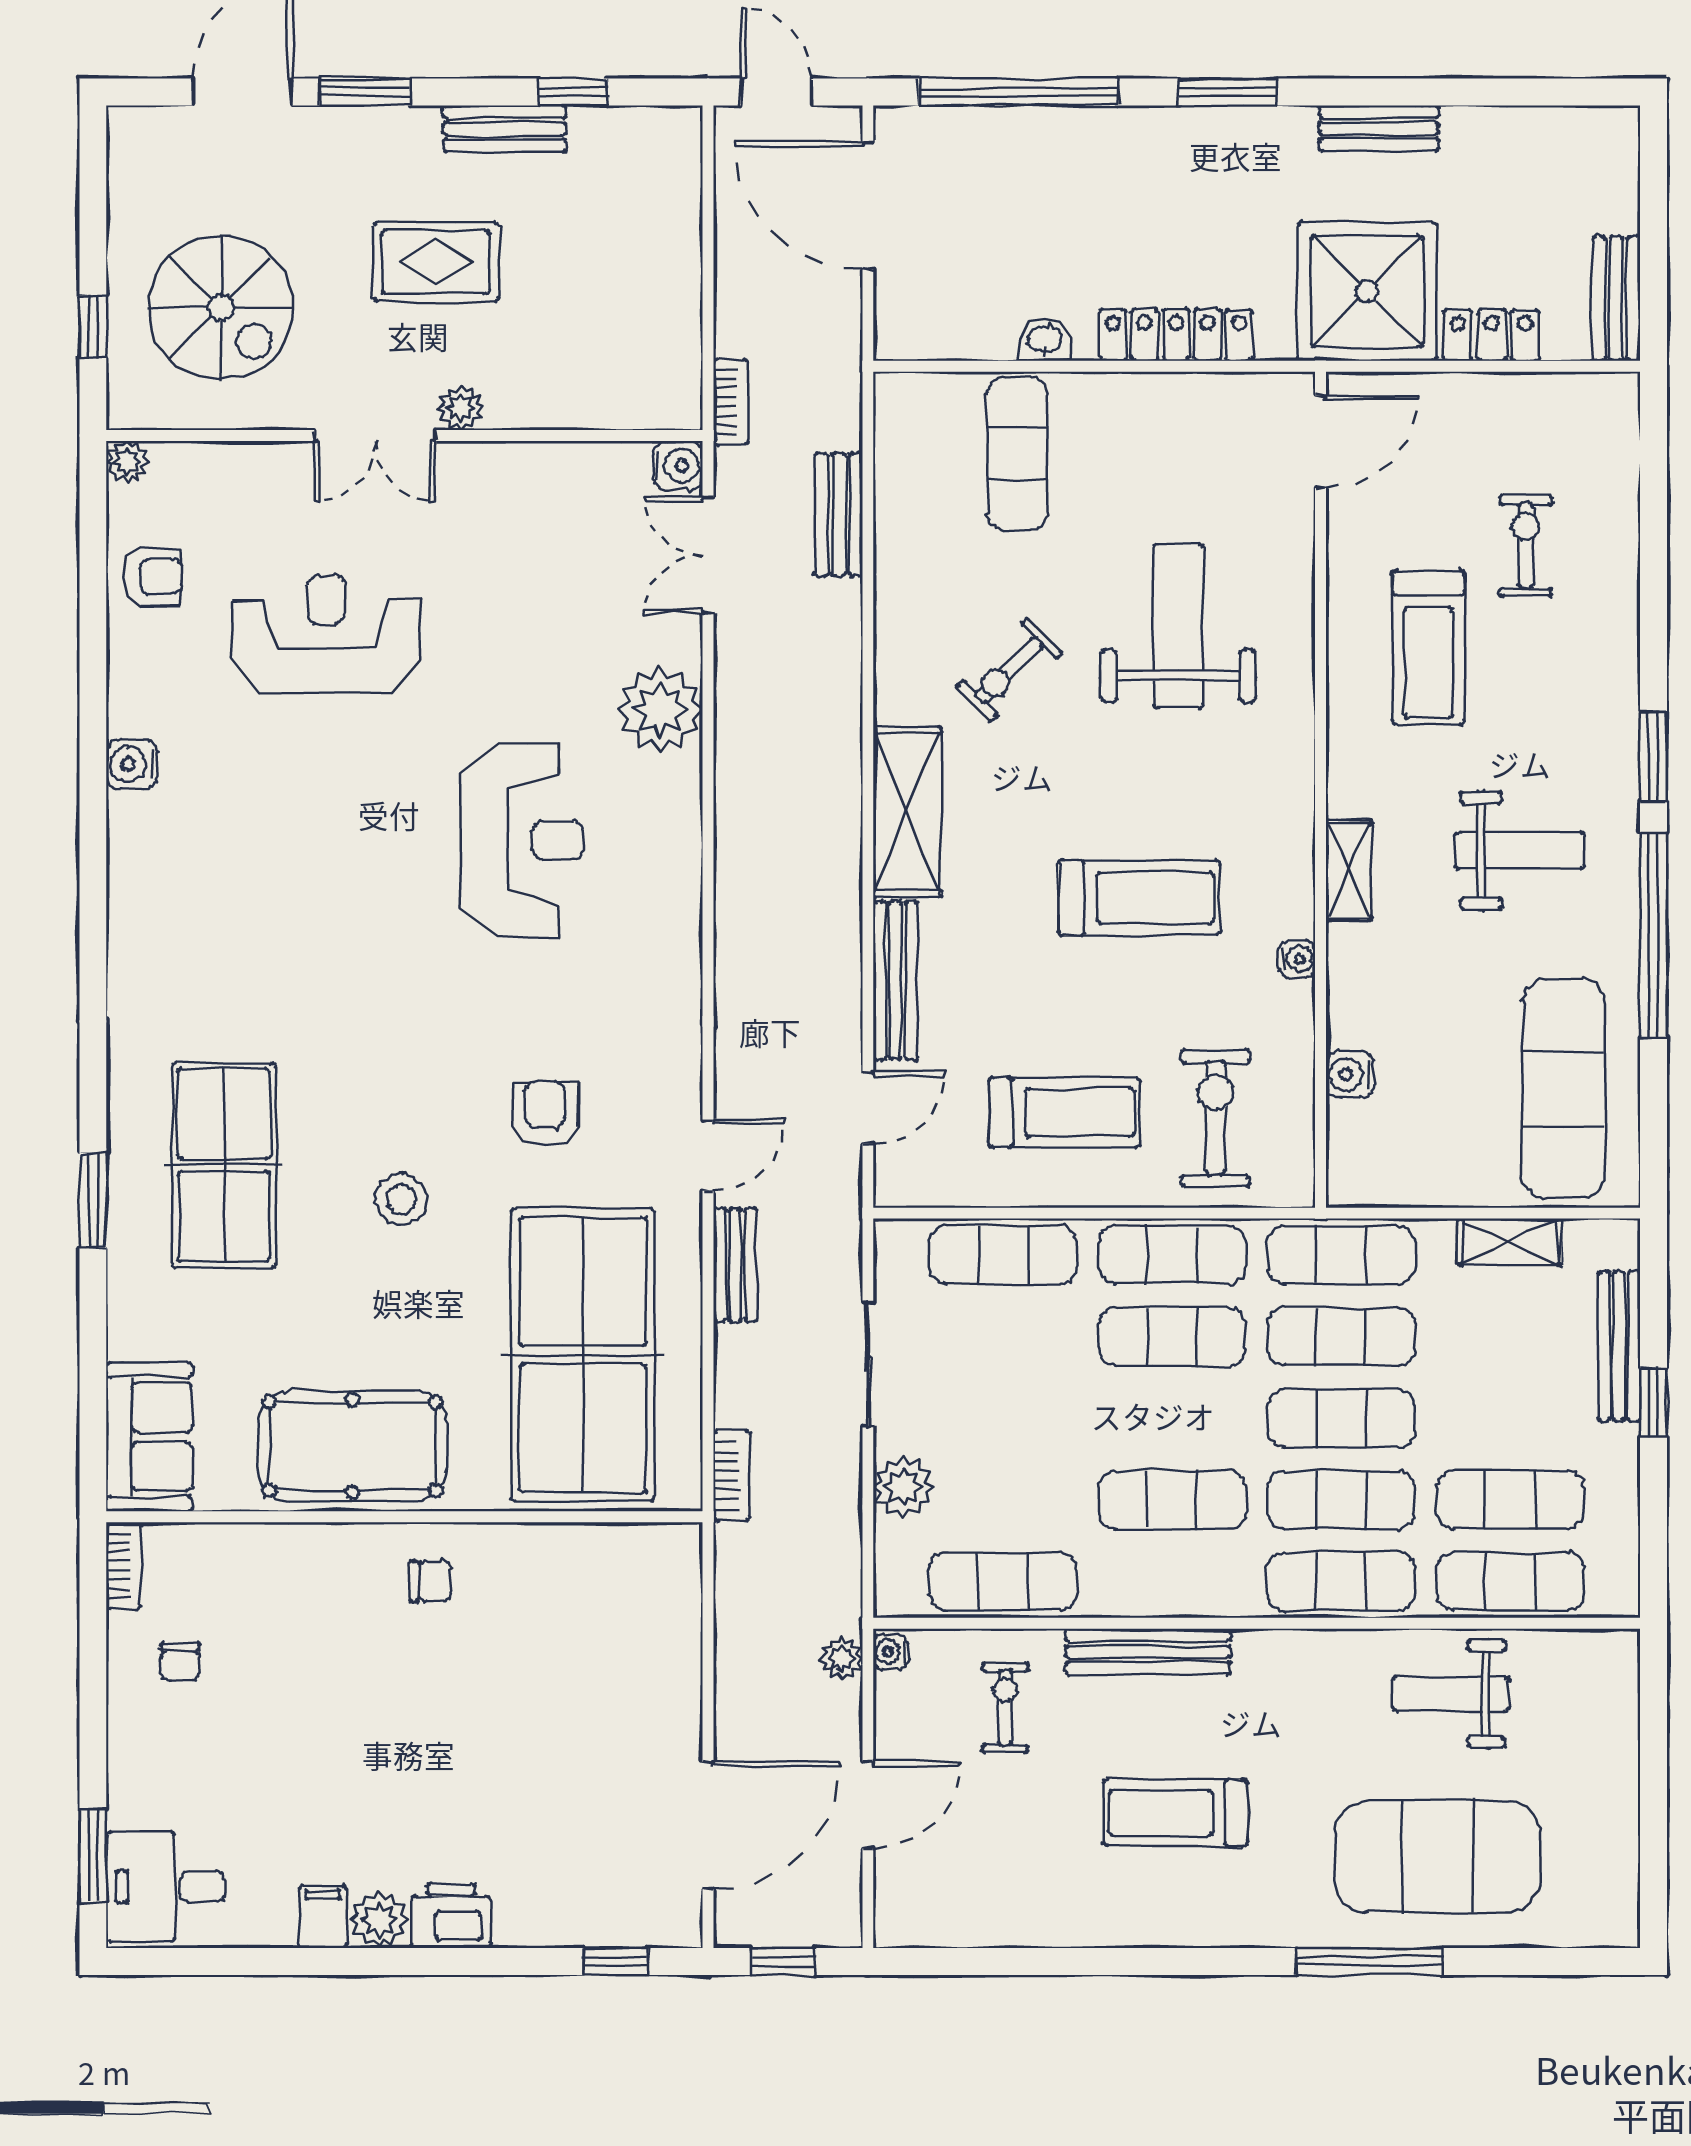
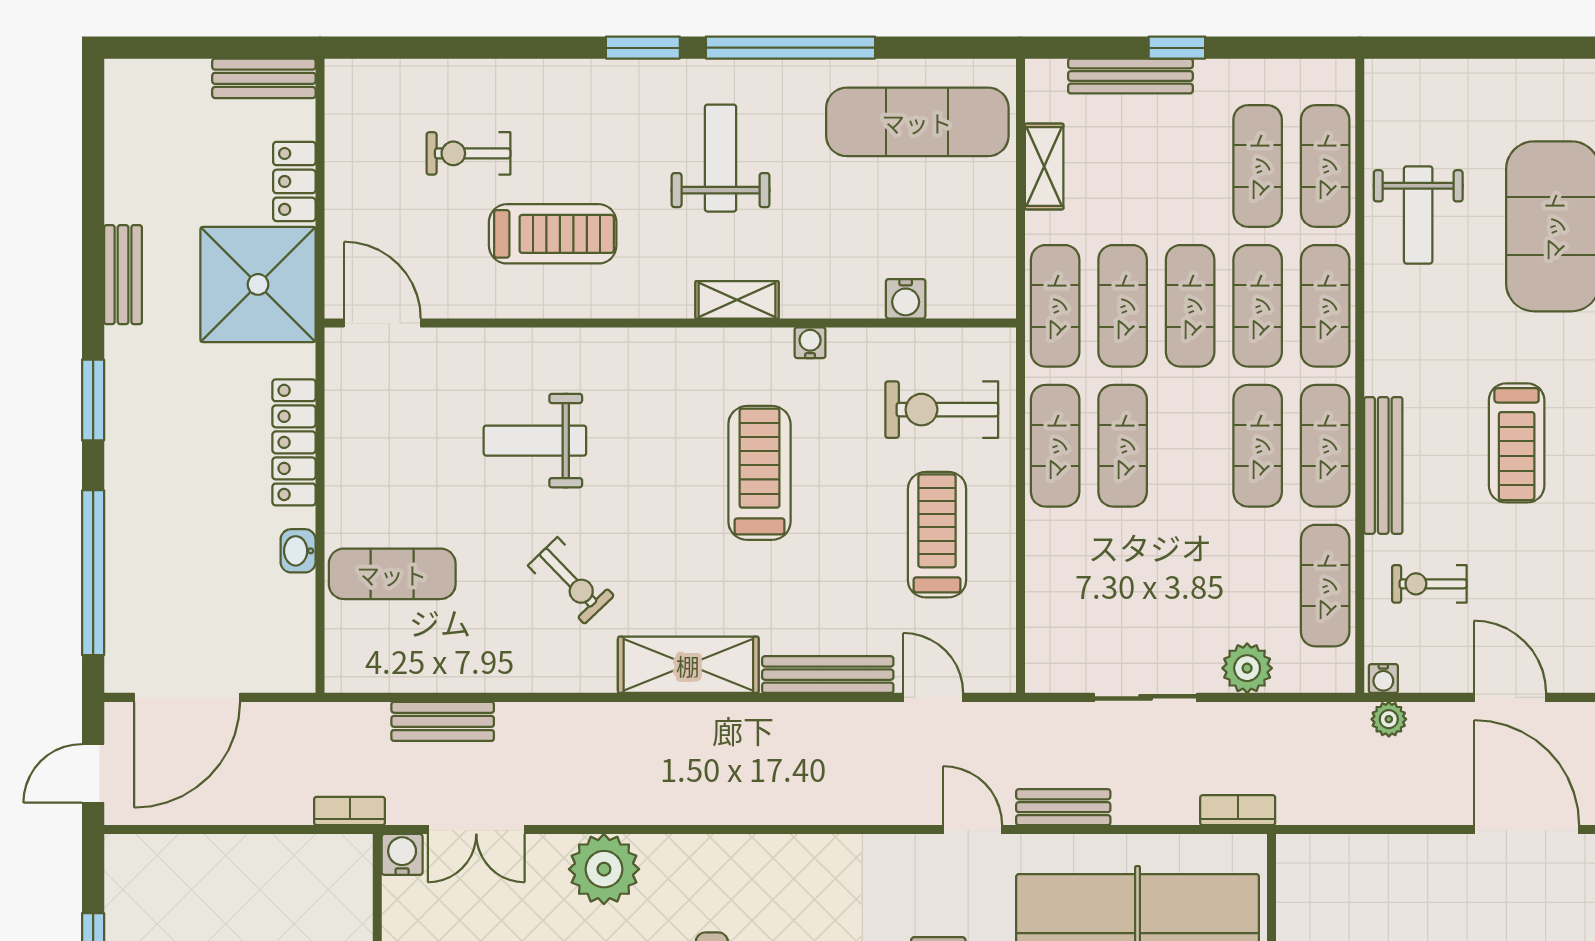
weight bench: (1178, 626) -> (535, 441), width x0.73, depth x0.75
exercise mat: (1003, 1255) -> (1325, 446), moved

